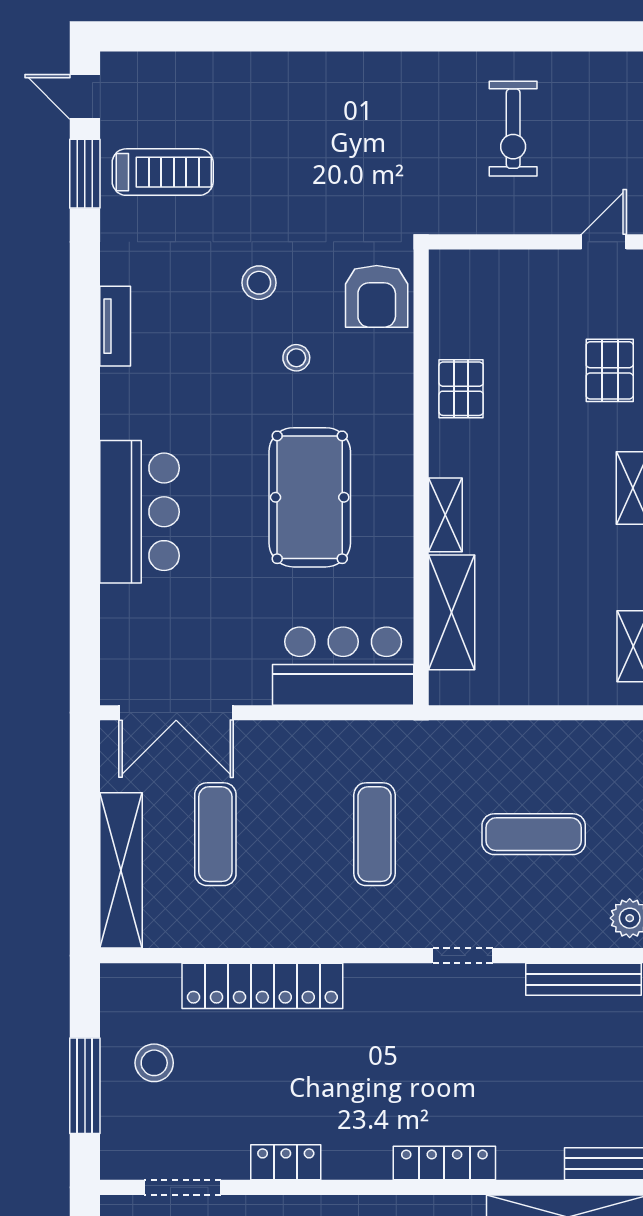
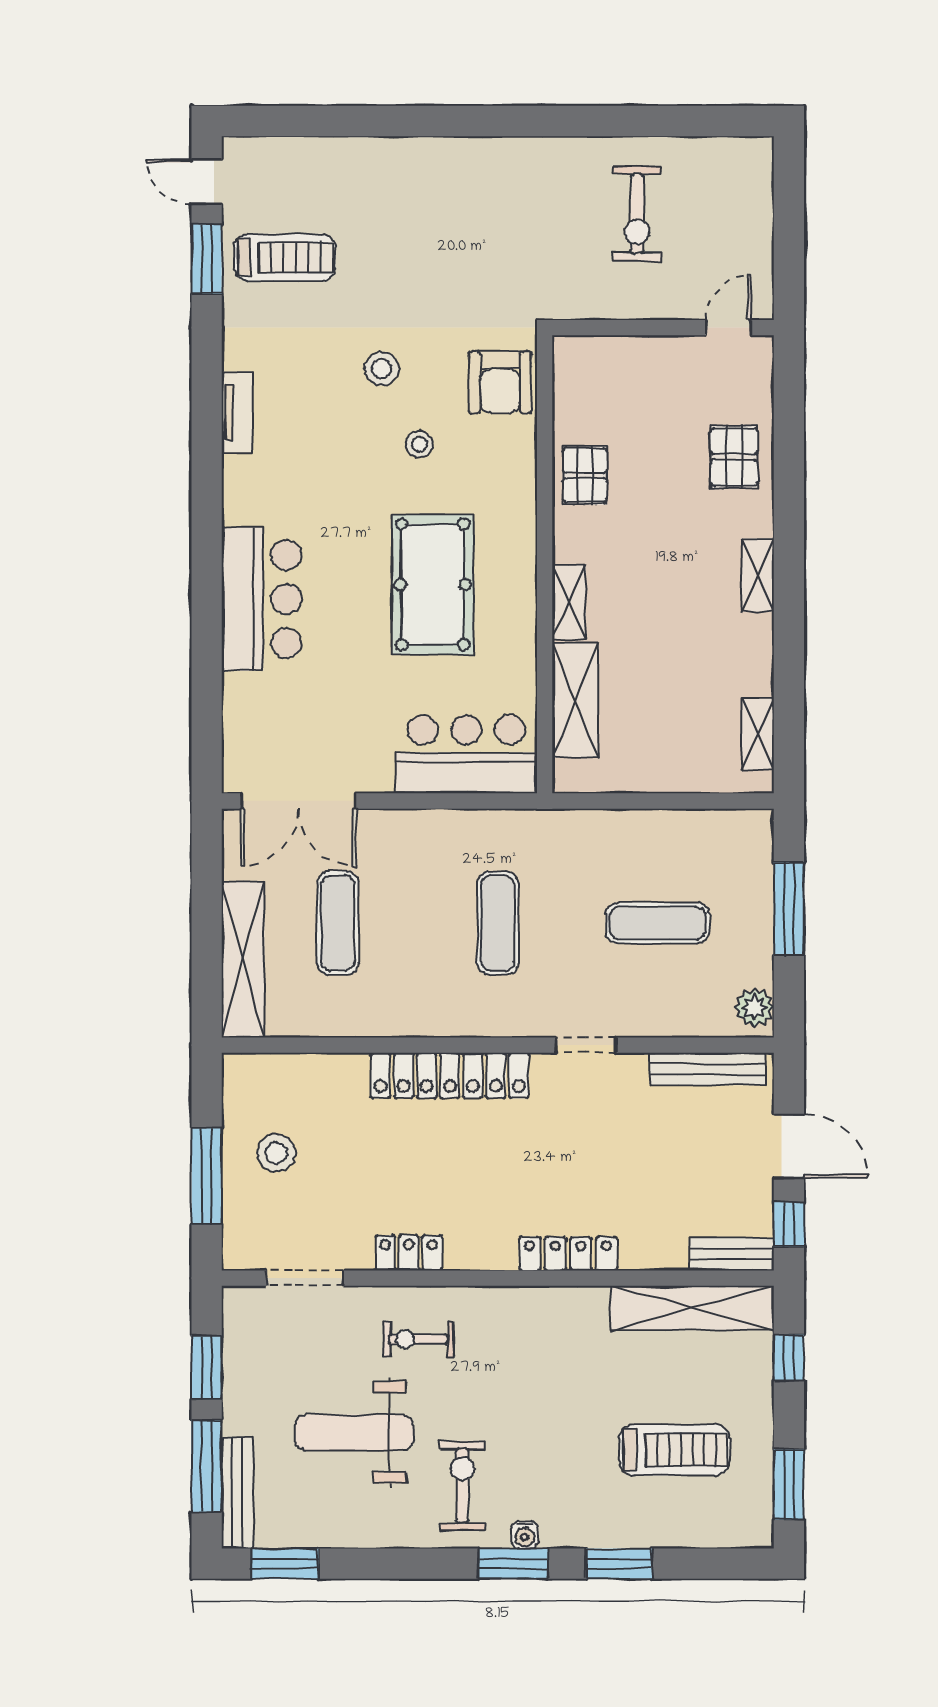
locker: (262, 986) -> (450, 1076), moved

